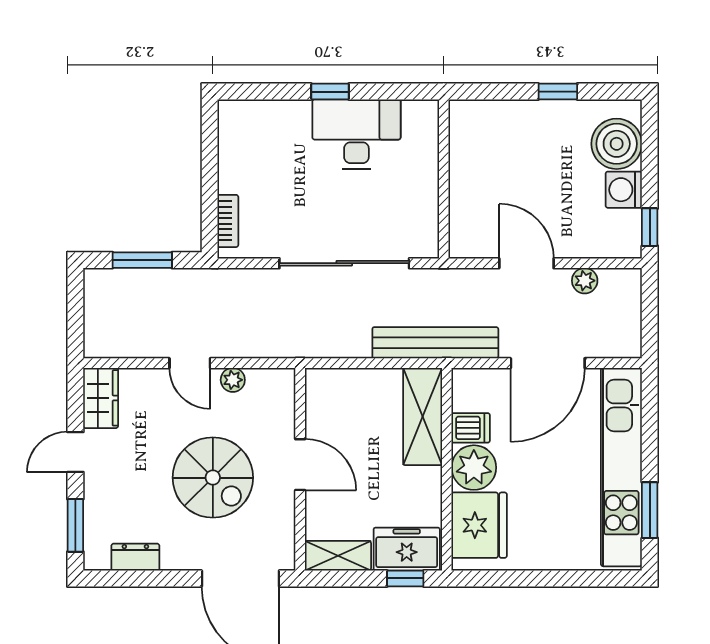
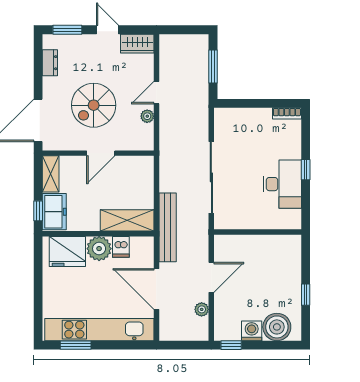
bookcase: (228, 221) -> (287, 113), moved

